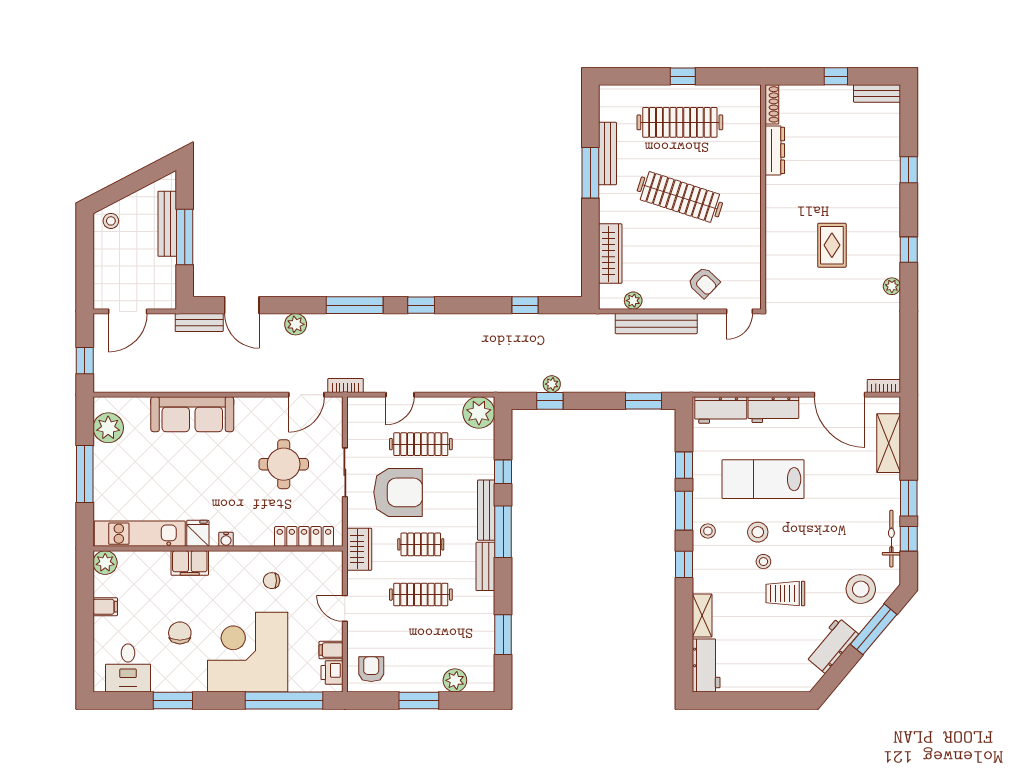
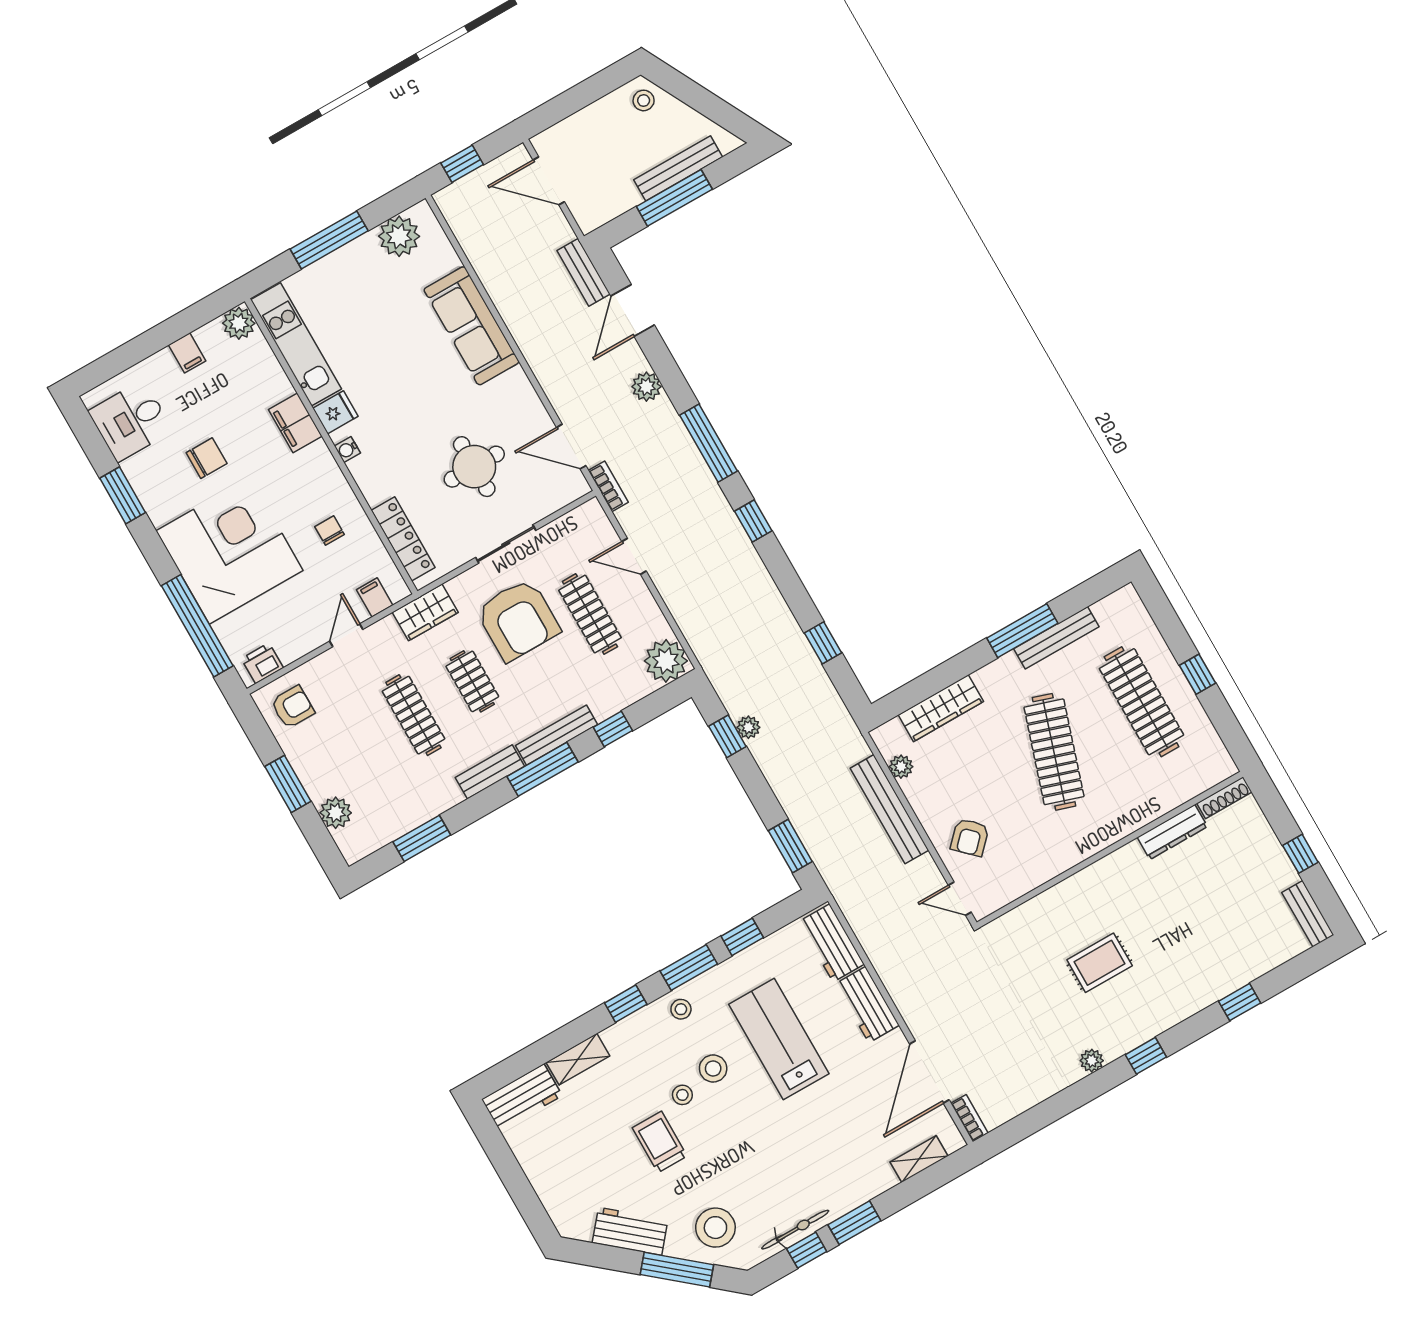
shelving: (889, 443) -> (919, 1159), width x0.67, depth x0.75
filing cabinet: (331, 650) -> (375, 597), moved

